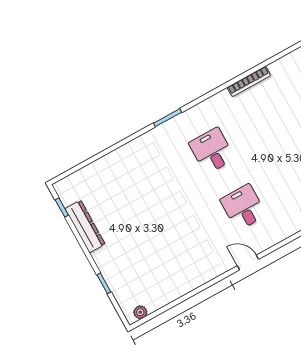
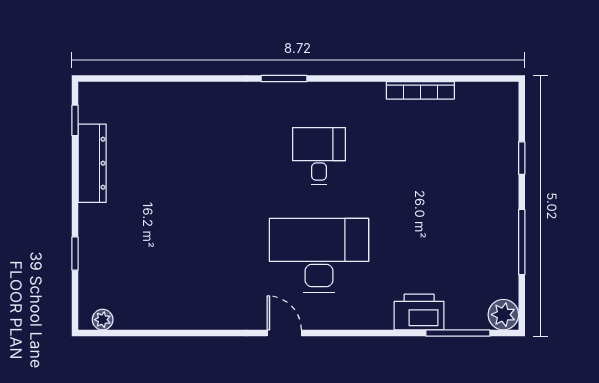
desk: (243, 207) -> (319, 255), width x1.87, depth x1.30

